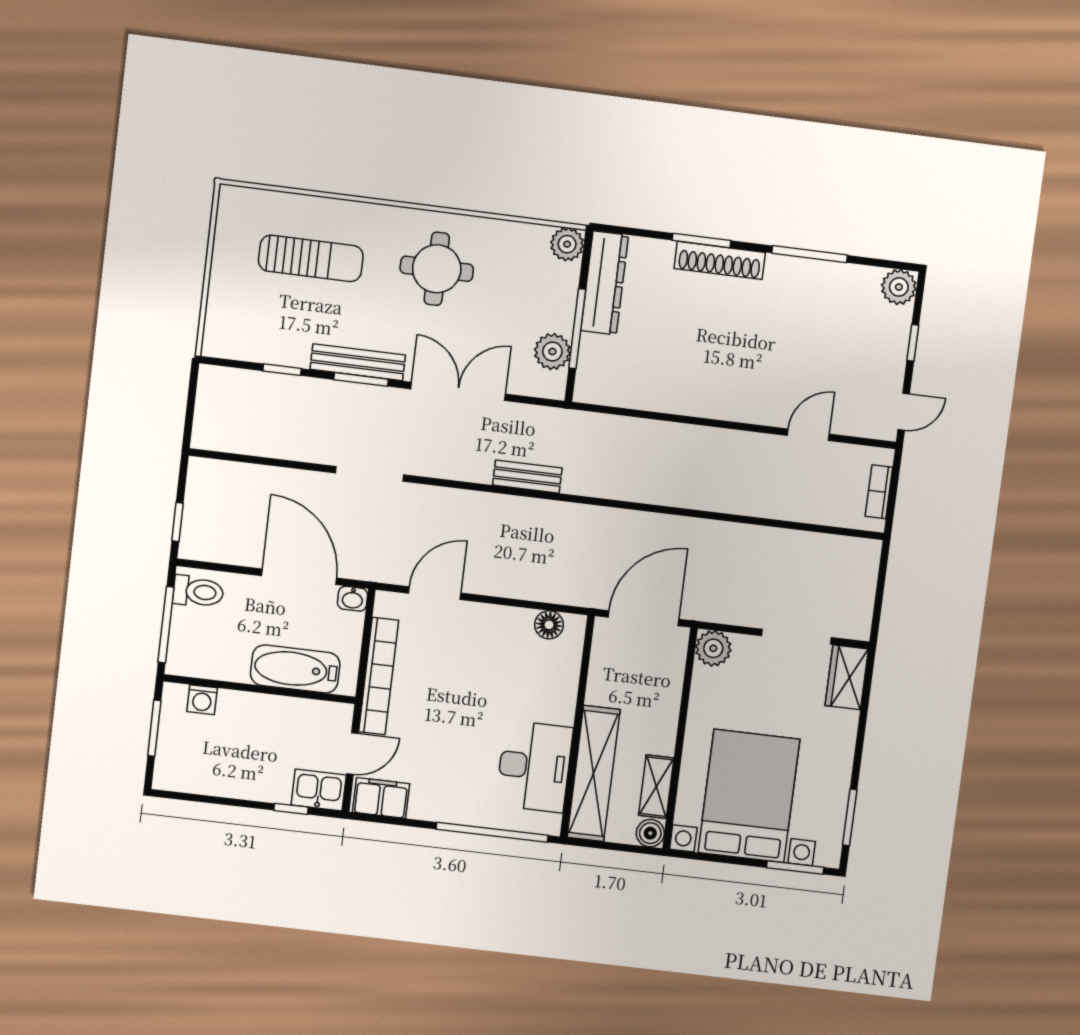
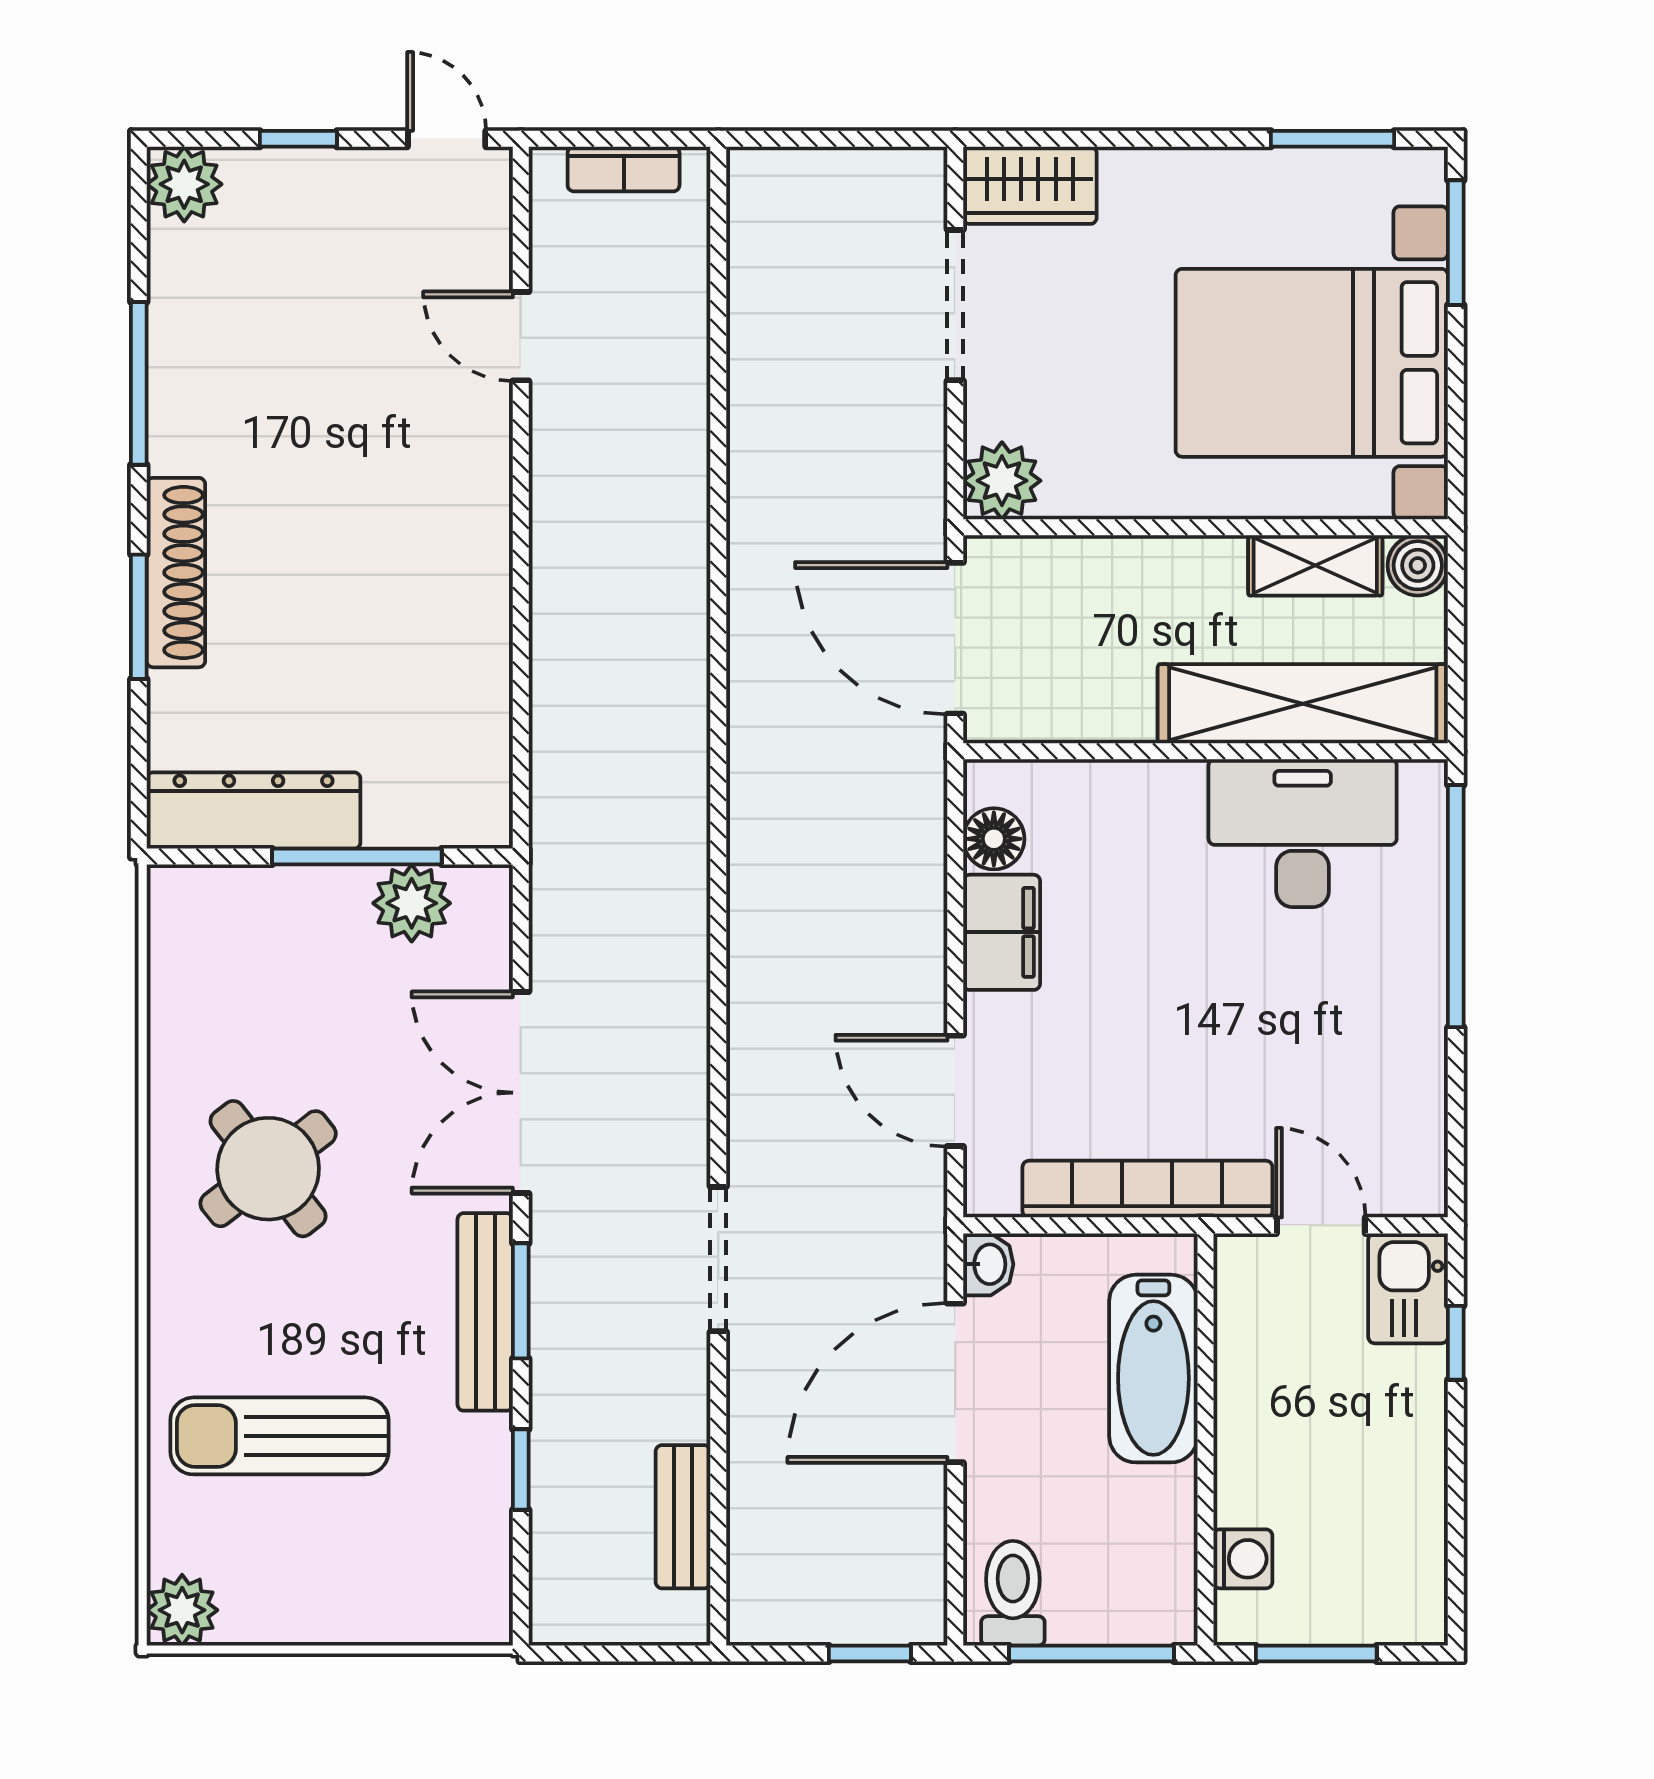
plant: (567, 244) -> (182, 1610), moved
sun lounger: (311, 258) -> (279, 1436), turned -90
round table: (437, 269) -> (268, 1169), turned -38
bench: (527, 477) -> (683, 1517), moved
filing cabinet: (381, 798) -> (1002, 932), moved, turned 180

